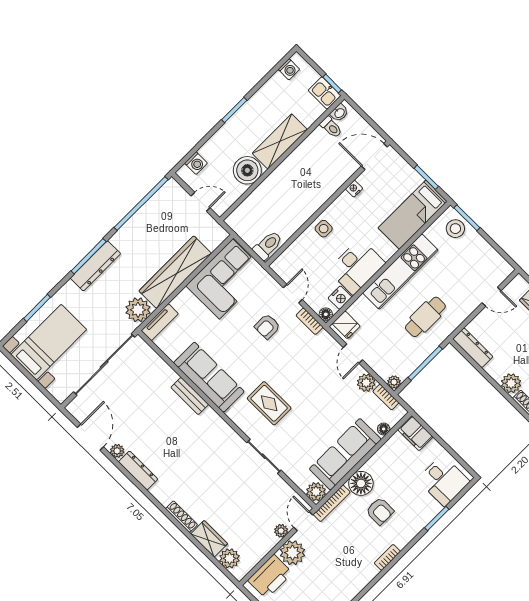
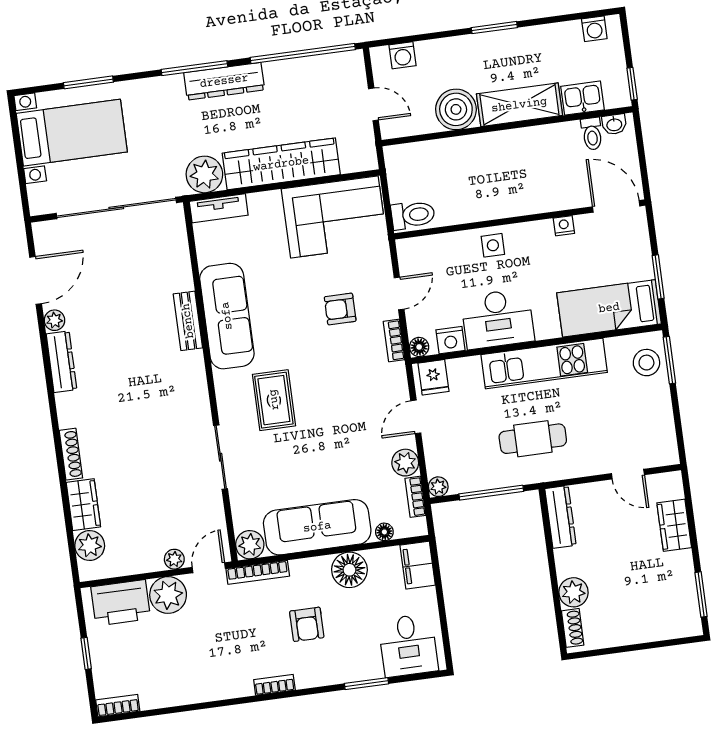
kitchen sink: (325, 93) -> (583, 98), moved, turned 90
dresser: (95, 266) -> (224, 81), moved
floor lamp: (361, 483) -> (349, 570), moved

